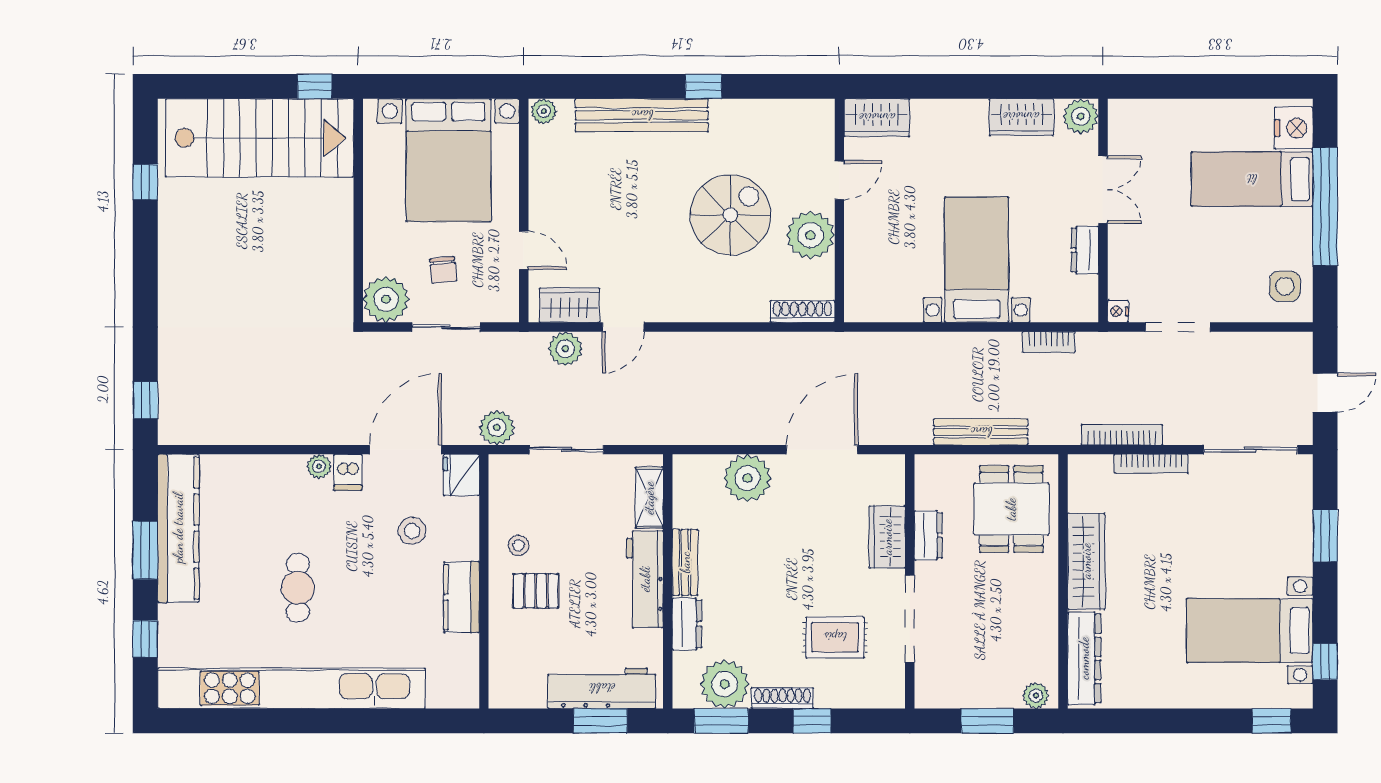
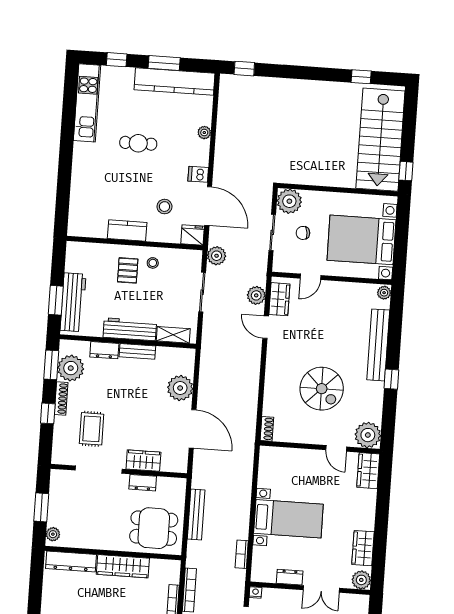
plant: (810, 235) -> (368, 435), moved
shoe rack: (802, 311) -> (267, 429), width x0.70
plant: (319, 466) -> (204, 133), moved
kitchen unit: (291, 688) -> (87, 103), width x0.54

